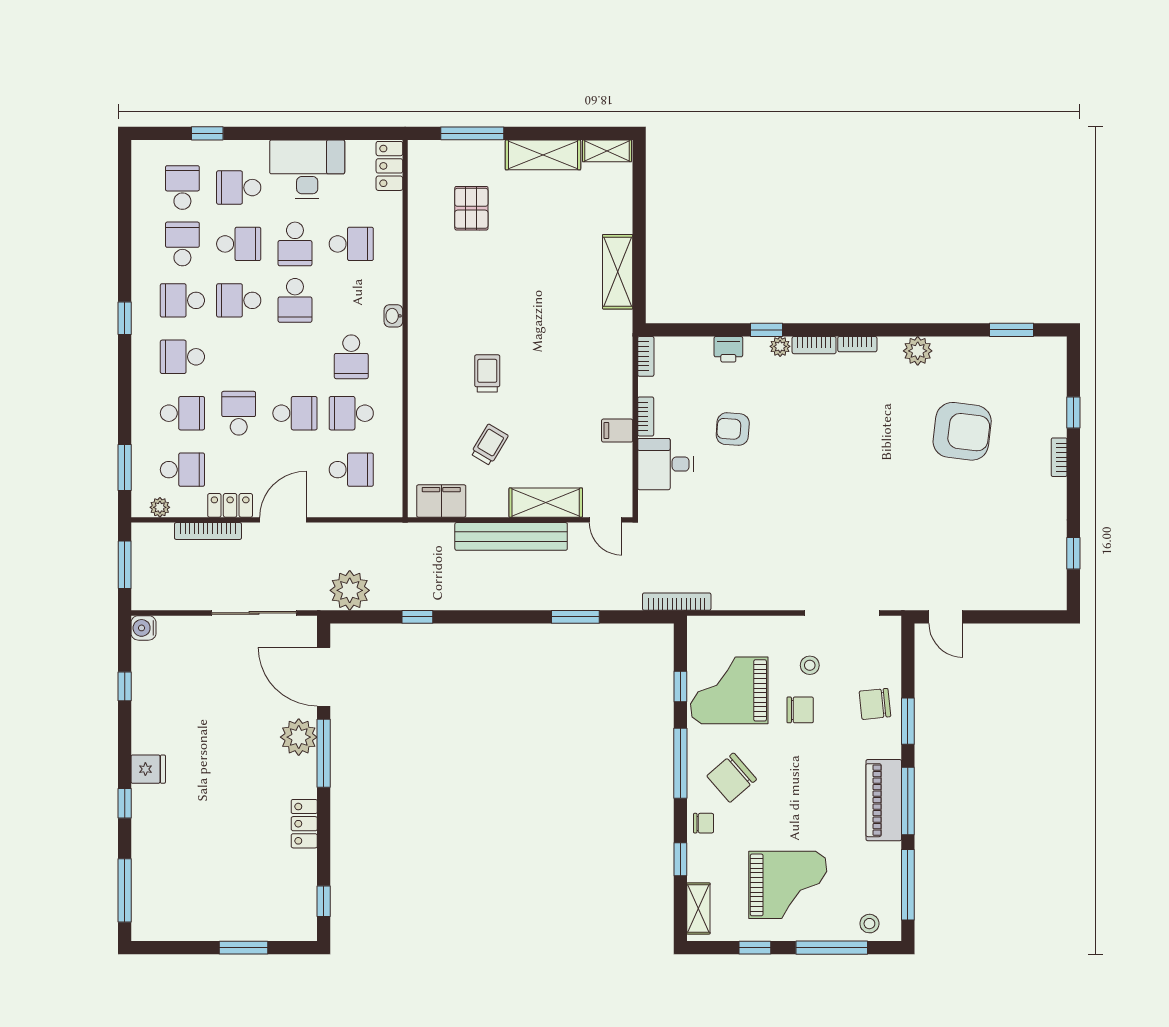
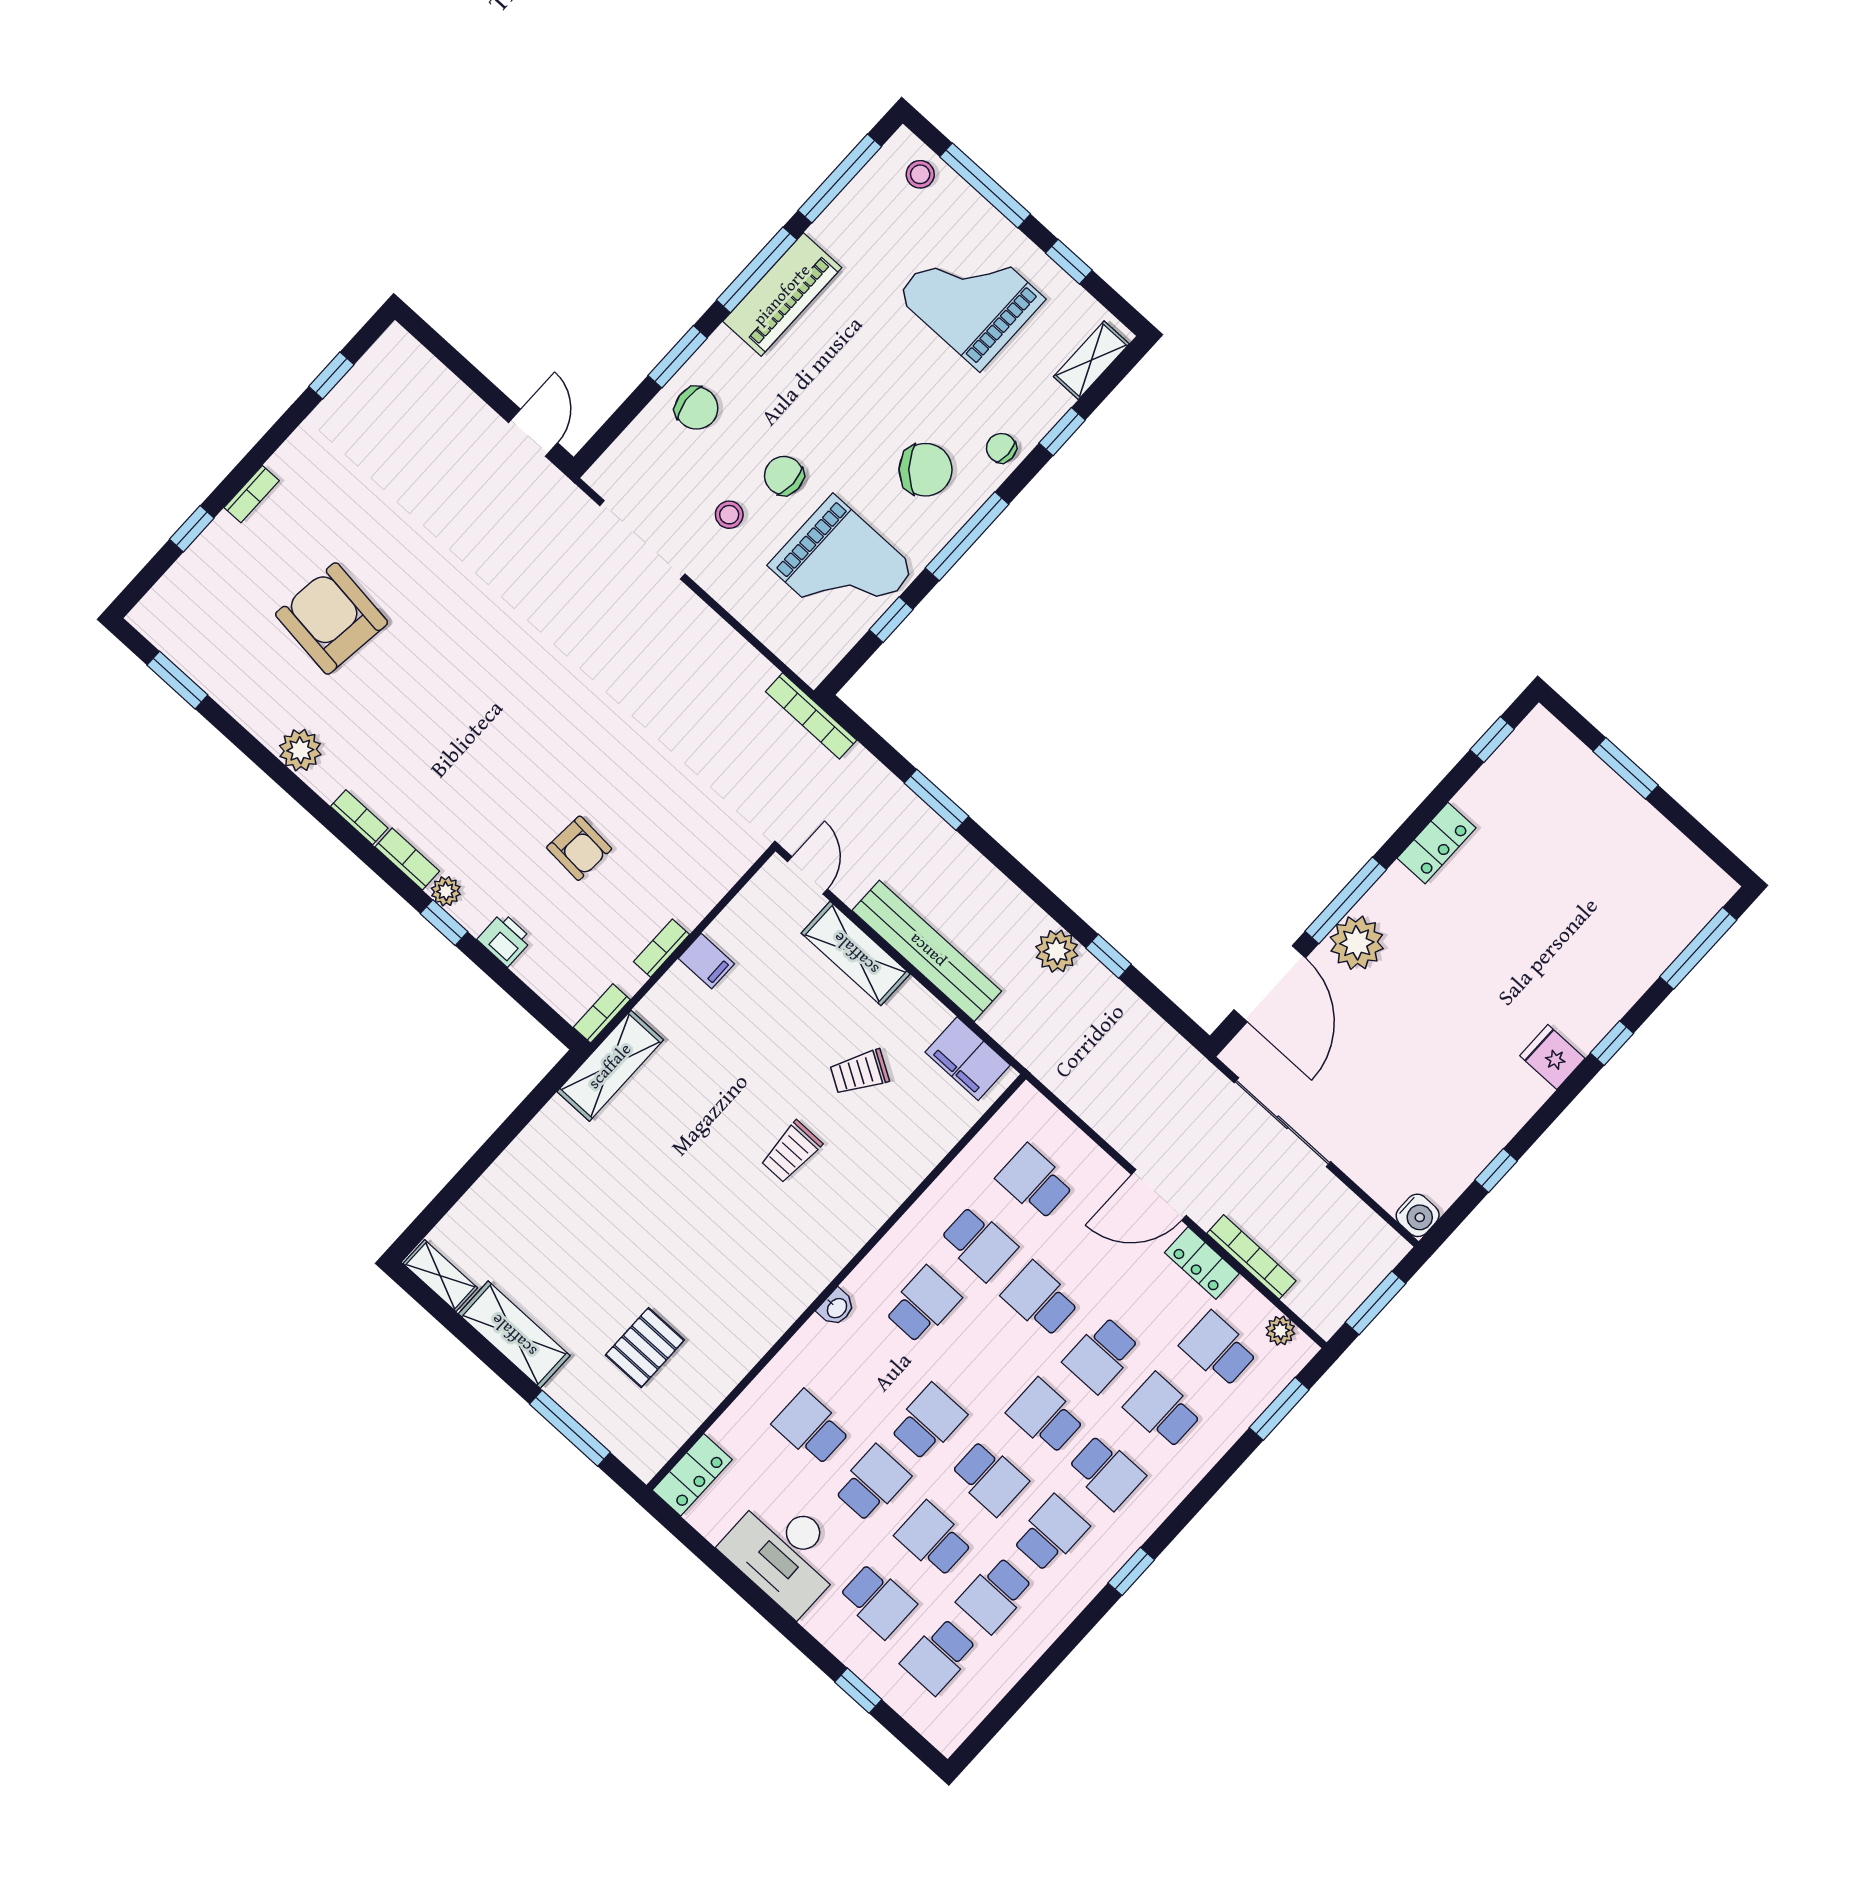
shelving: (618, 272) -> (610, 1066), moved
school desk: (182, 300) -> (1051, 1533), turned -90
school desk: (239, 357) -> (1045, 1416), added
desk: (666, 464) -> (687, 877), removed
plant: (350, 590) -> (1057, 951), moved, width x0.73, depth x0.73

